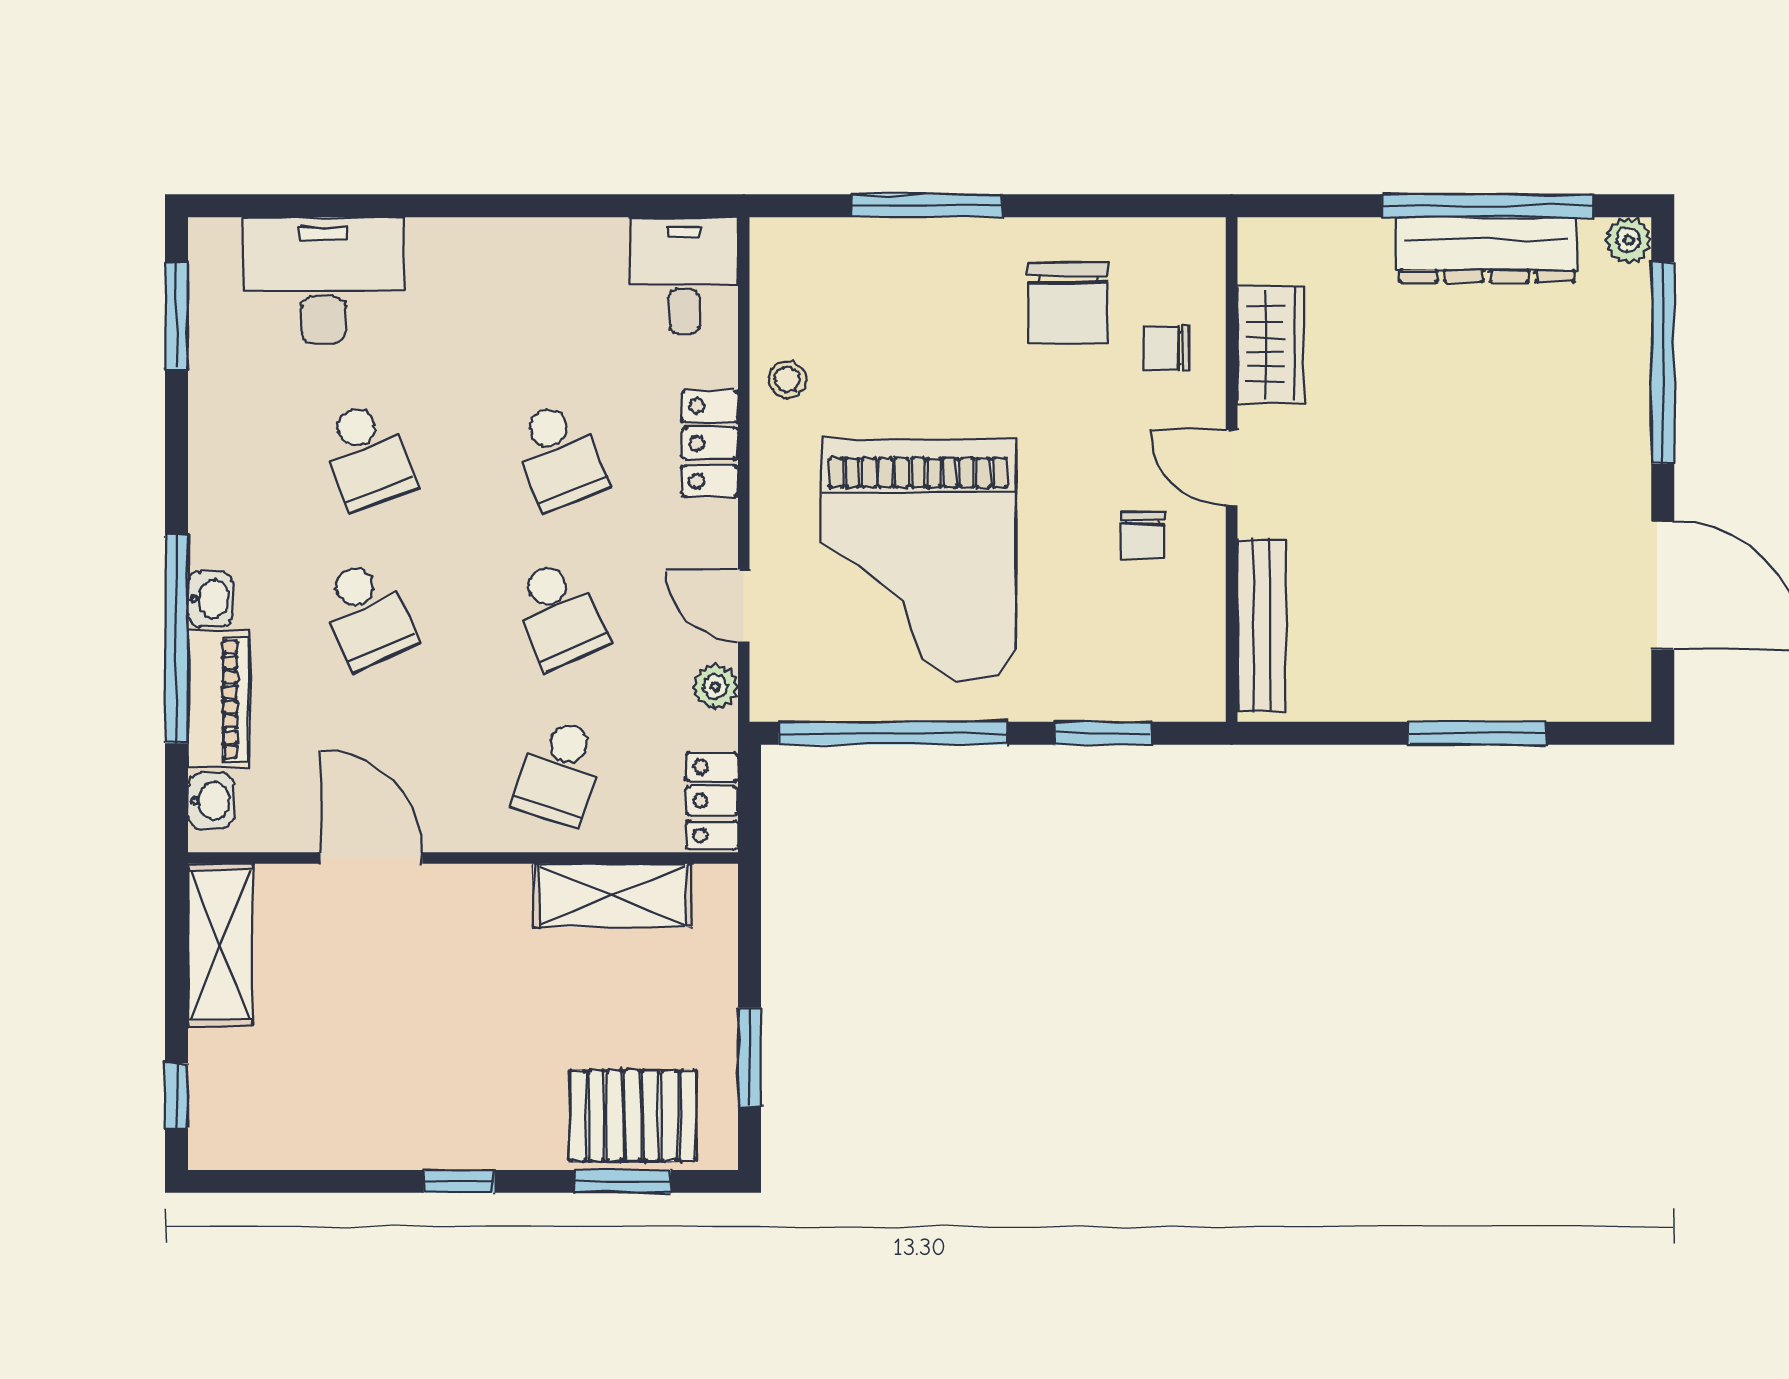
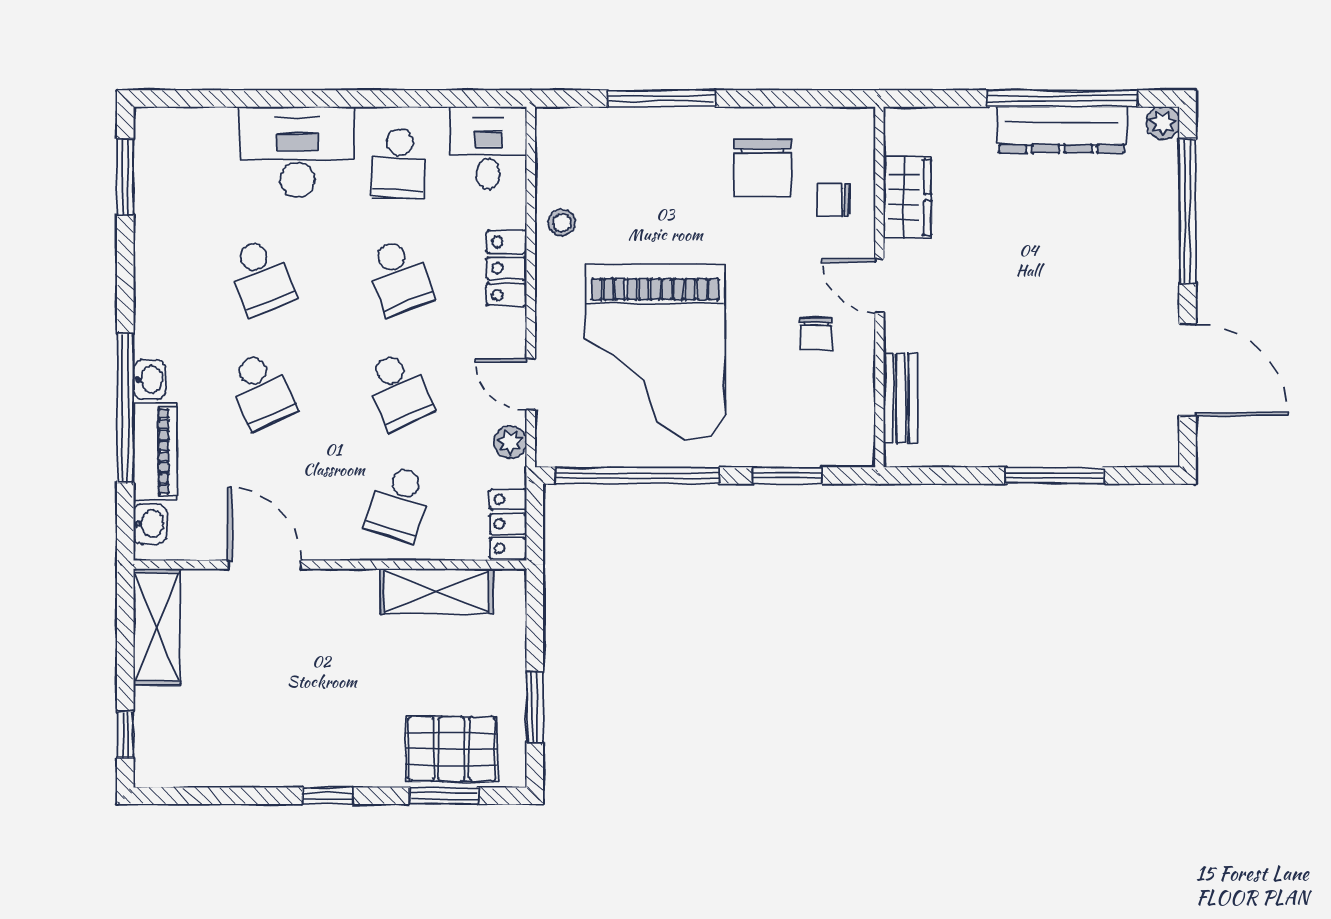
desk: (324, 280) -> (297, 152), moved
school desk: (559, 297) -> (399, 164), added
bench: (1261, 625) -> (901, 398), width x0.73

